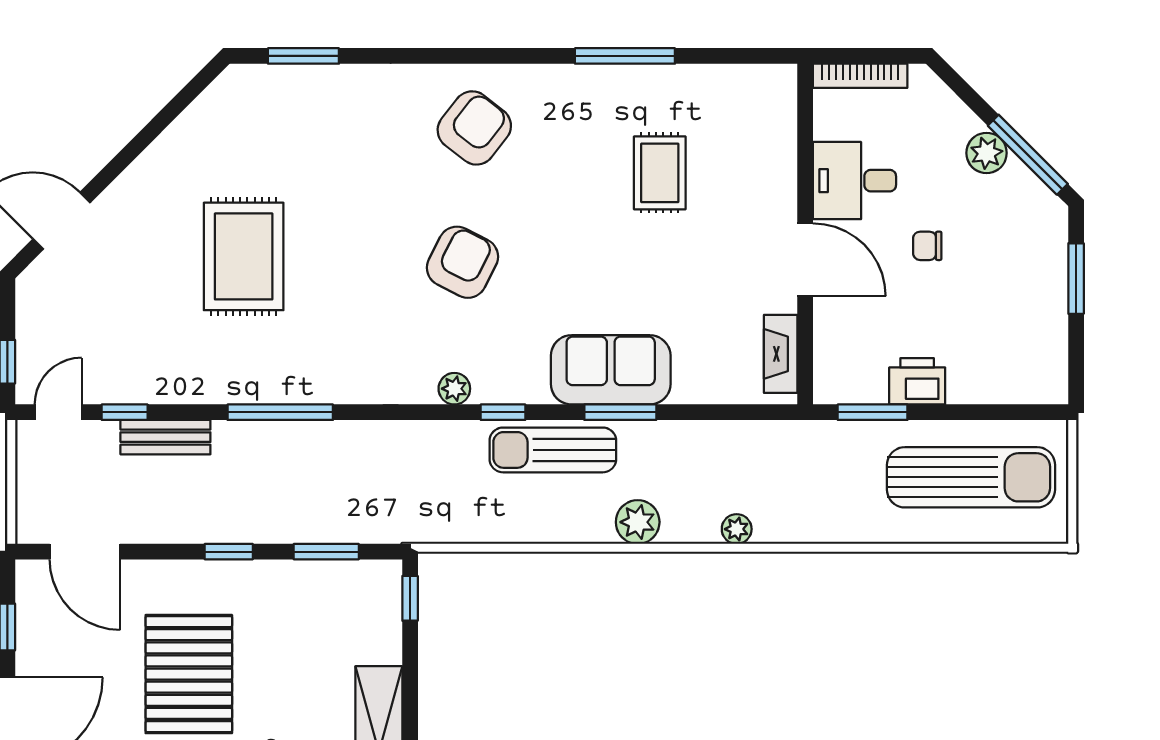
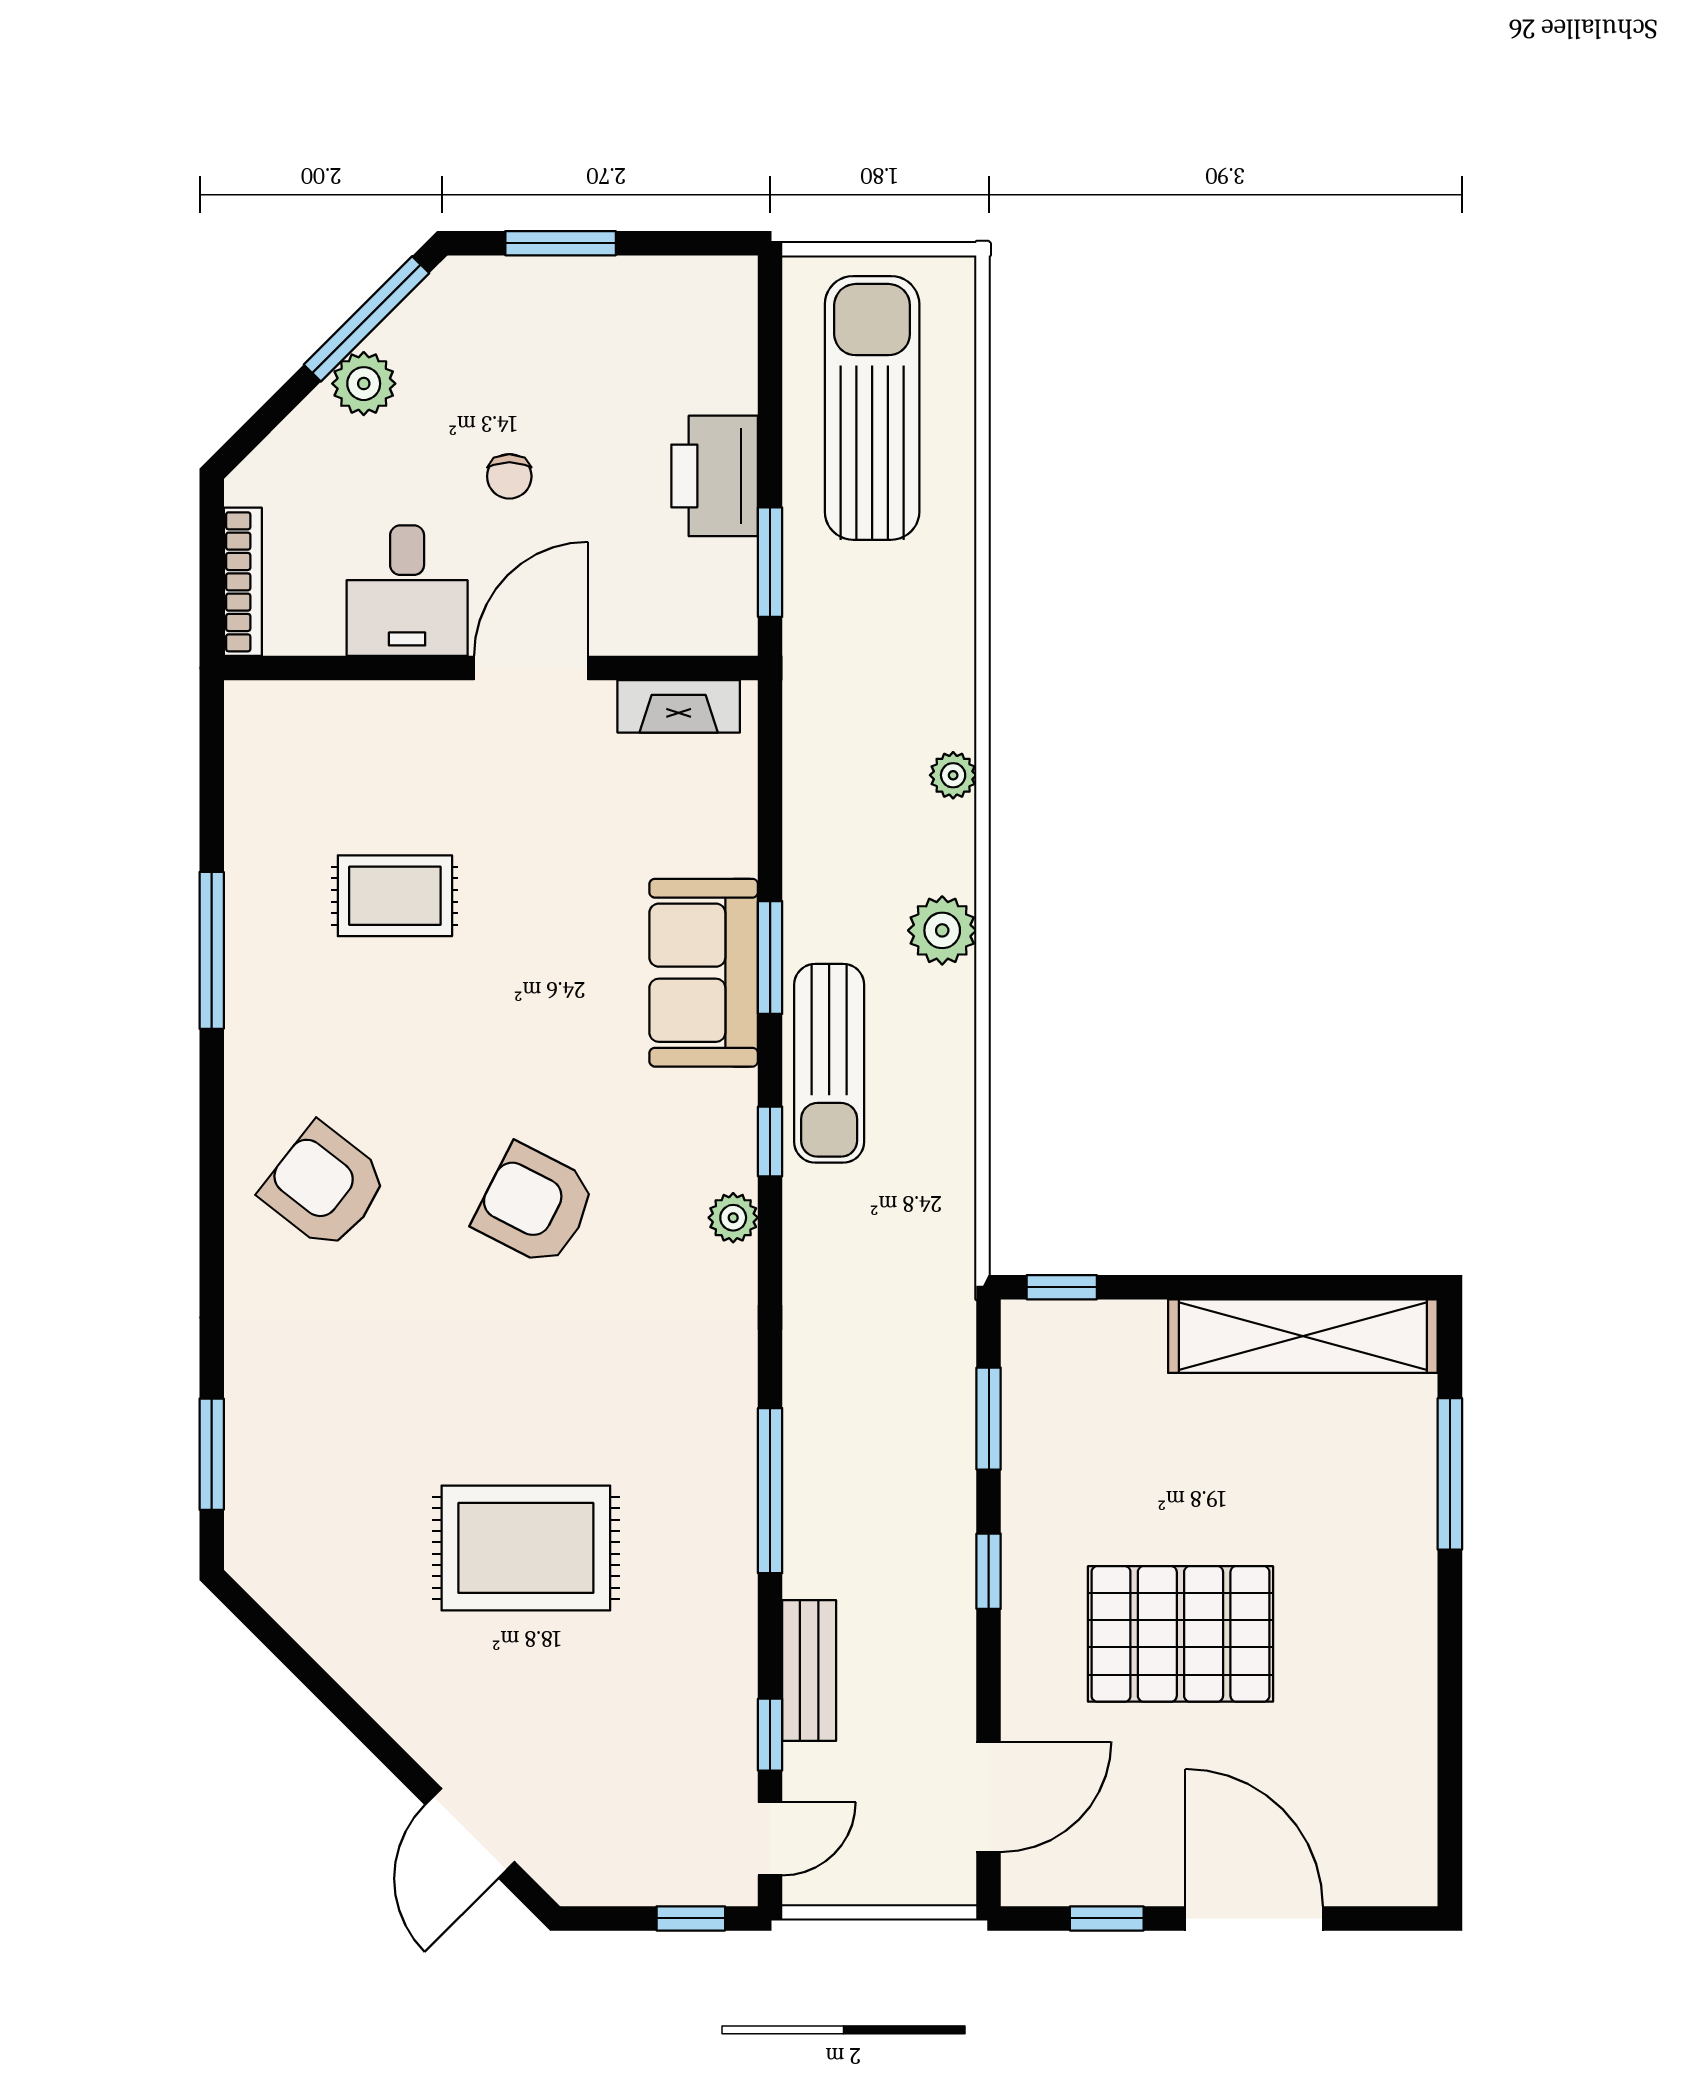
printer: (917, 381) -> (715, 476), width x1.37, depth x1.19
door: (58, 412) -> (770, 1839), swing flipped

